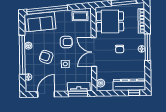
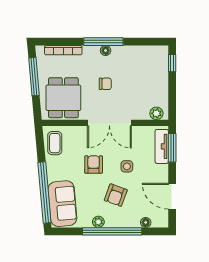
dresser: (129, 85) -> (160, 70), removed

